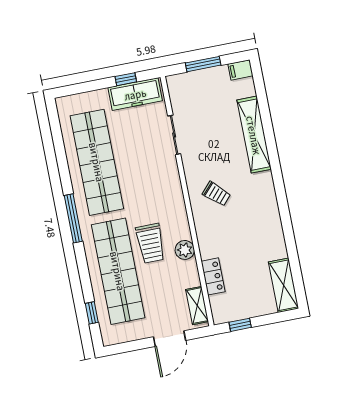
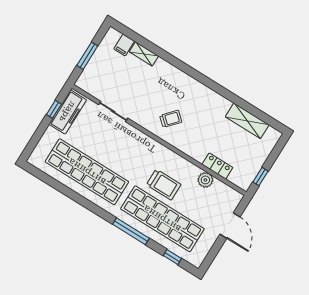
filing cabinet: (240, 70) -> (124, 45), moved
shelving: (254, 135) -> (144, 54), width x0.45, depth x0.75
window: (73, 218) -> (131, 231), moved
plant: (185, 250) -> (205, 180), moved
shelving: (284, 285) -> (247, 121), moved
shelving: (197, 306) -> (226, 191), removed

